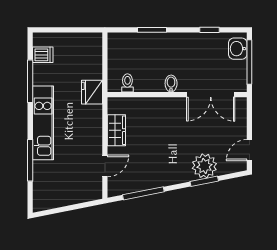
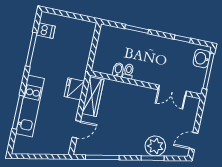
toilet: (127, 83) -> (128, 71), moved
bidet: (171, 83) -> (118, 70), moved
fridge: (92, 92) -> (74, 89), moved
double door: (211, 95) -> (172, 90), width x0.73
kitchen unit: (43, 123) -> (30, 106), moved
wardrobe: (116, 130) -> (93, 97), width x1.50

